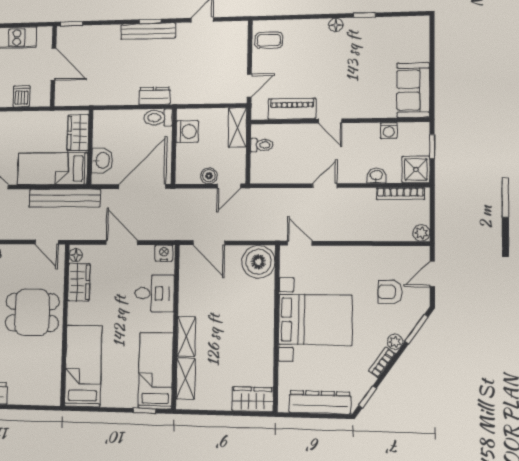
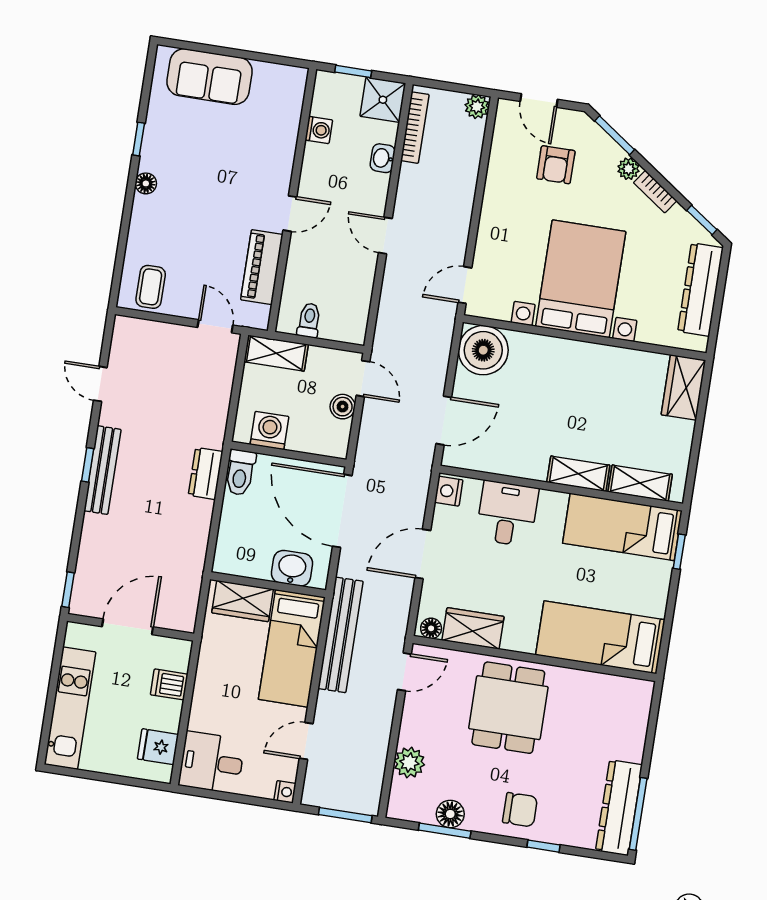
sofa: (413, 90) -> (210, 77), moved

